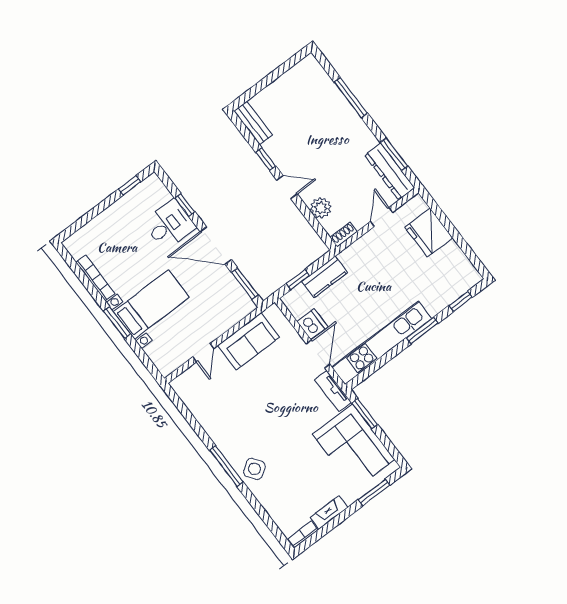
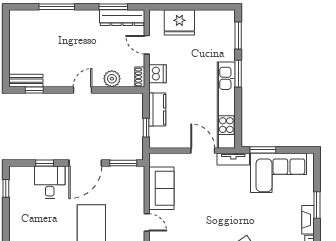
window: (266, 159) -> (34, 90), moved
window: (461, 301) -> (238, 35), width x1.50
dishwasher: (312, 324) -> (158, 74), moved, turned 90
window: (374, 492) -> (317, 205), moved

